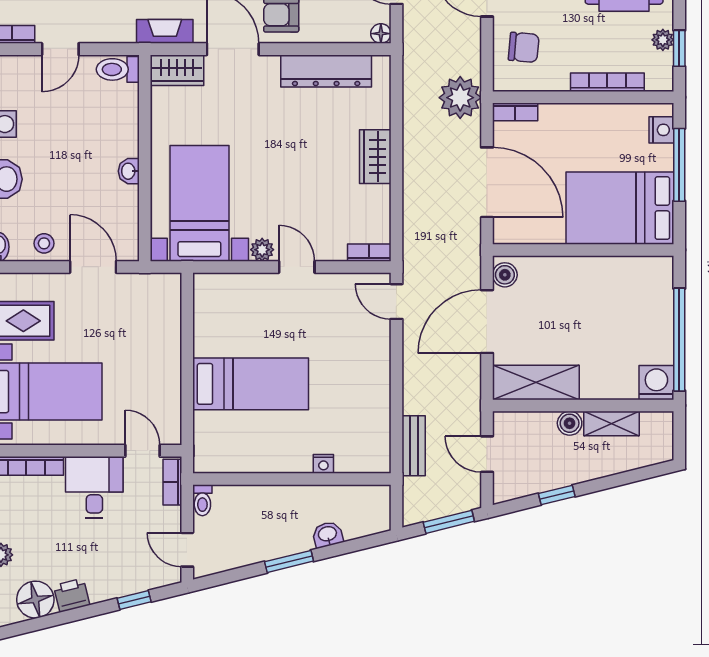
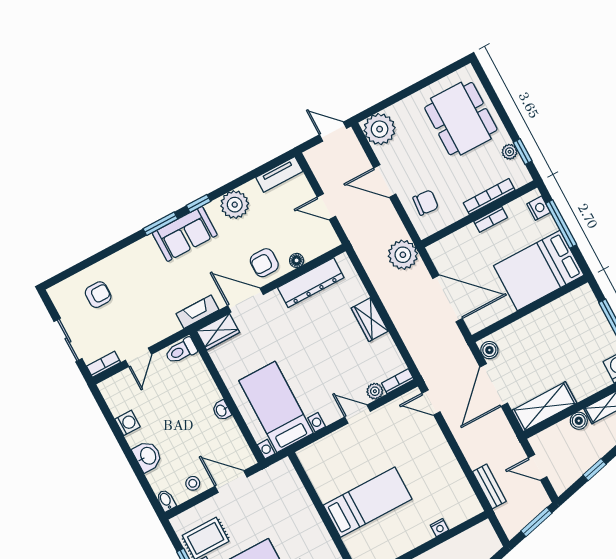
floor lamp: (381, 34) -> (297, 260), moved
bookcase: (515, 112) -> (491, 219), moved
plant: (262, 250) -> (375, 391), moved

